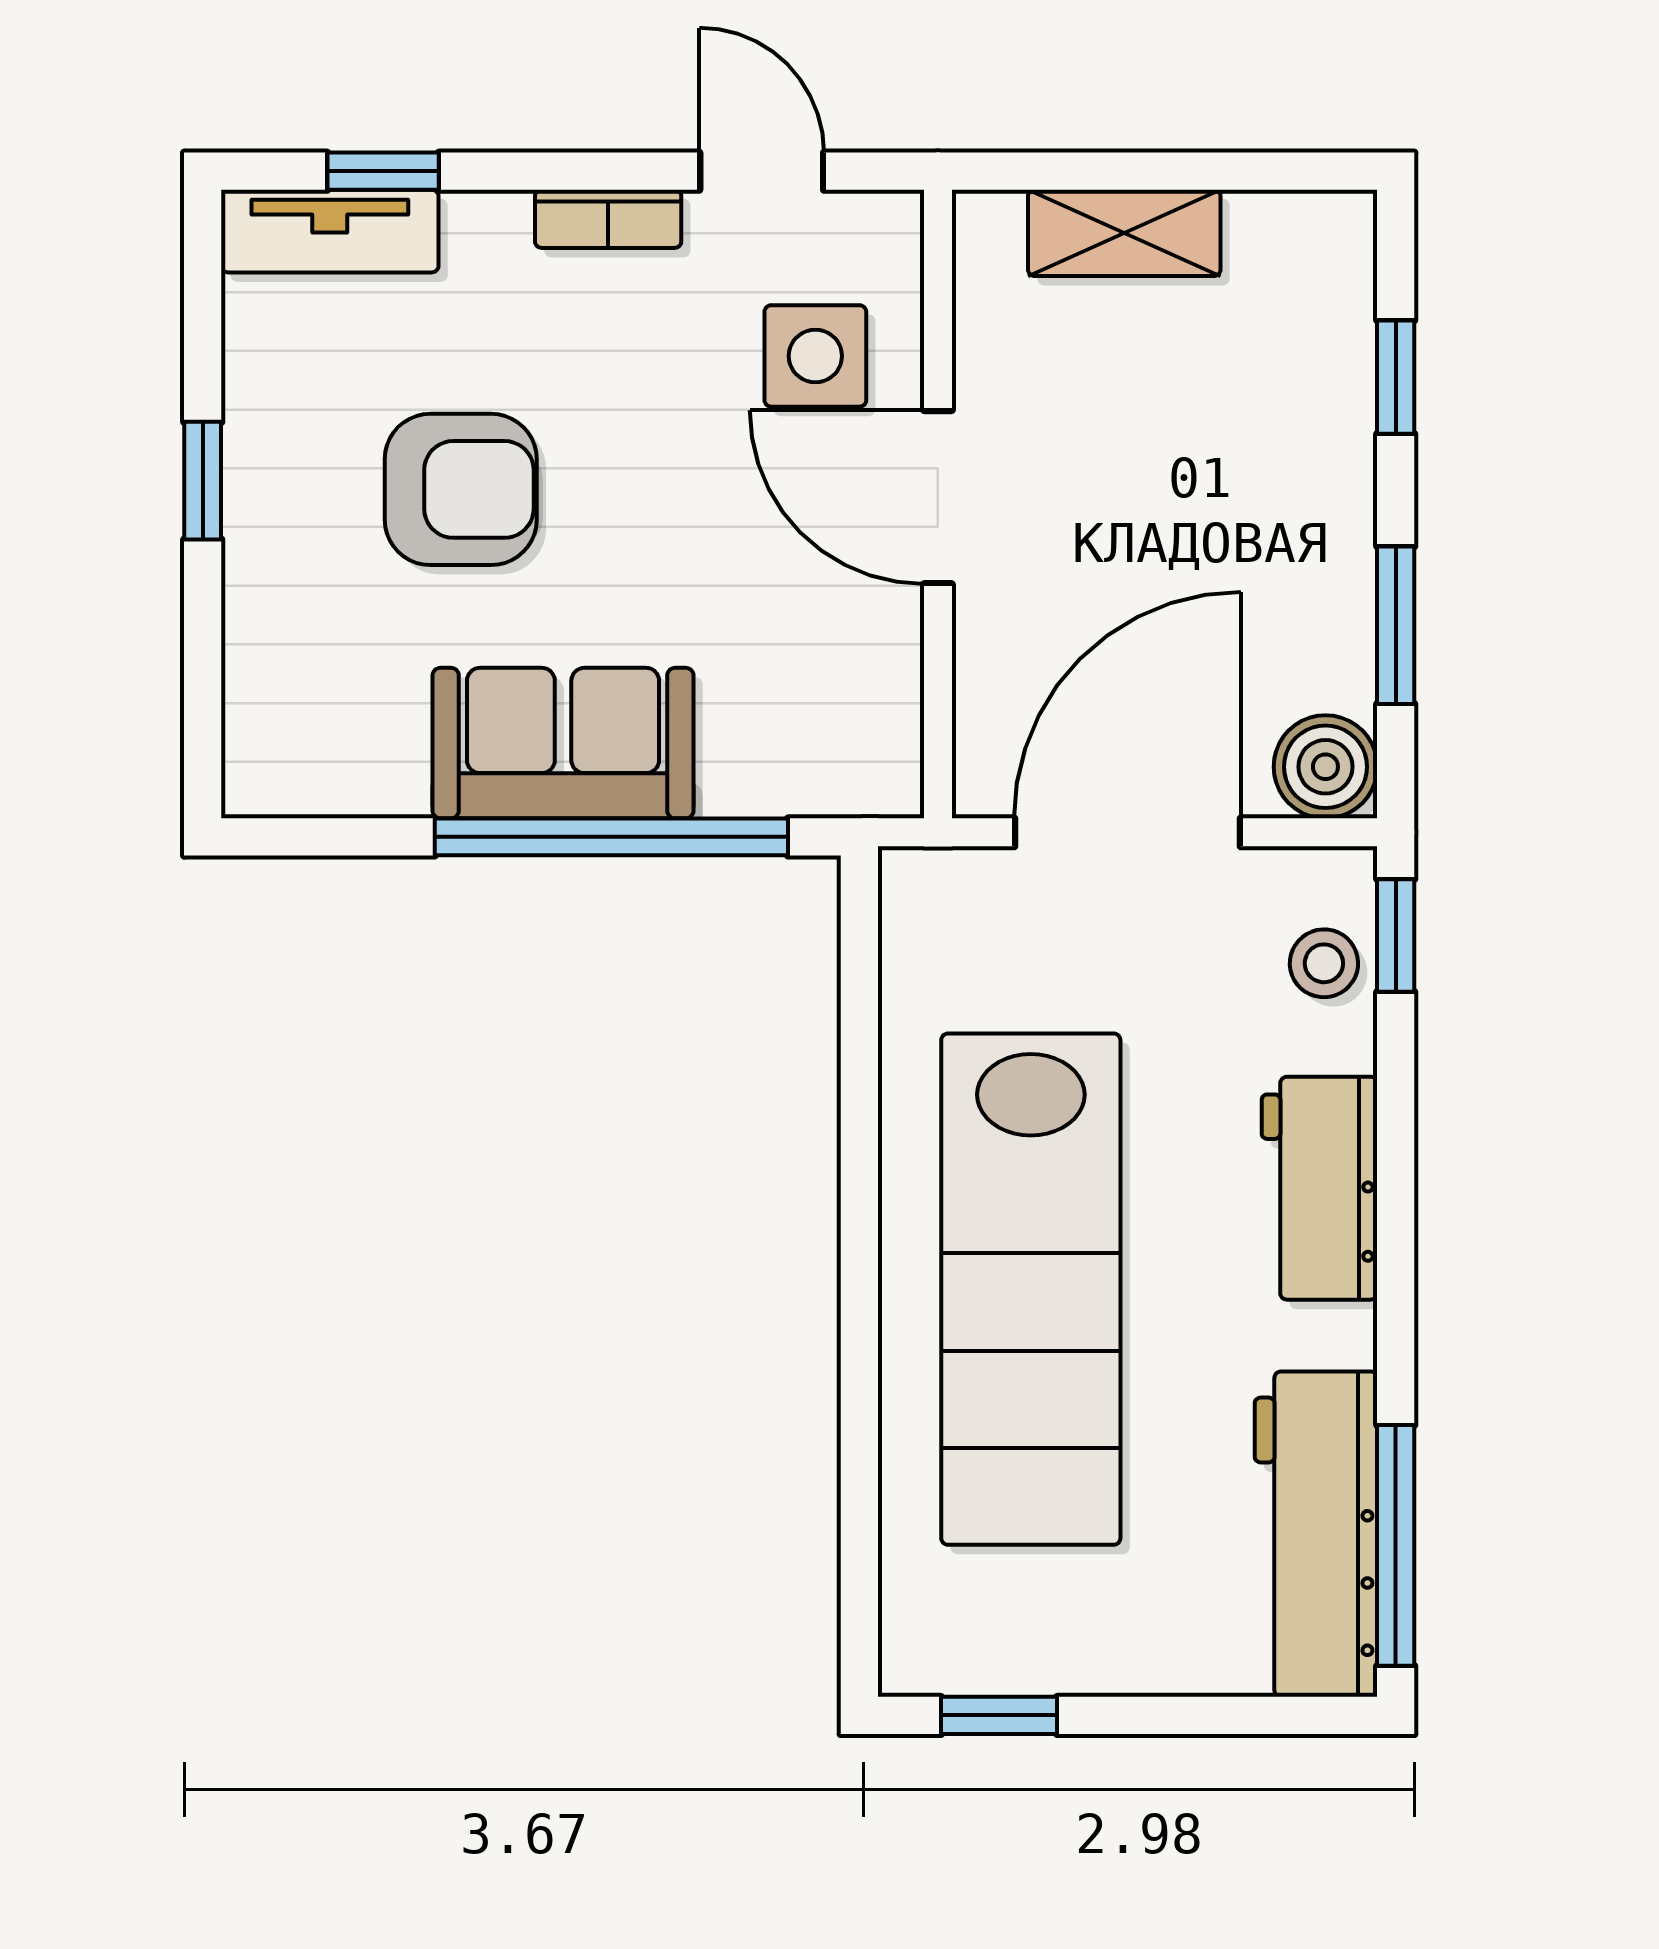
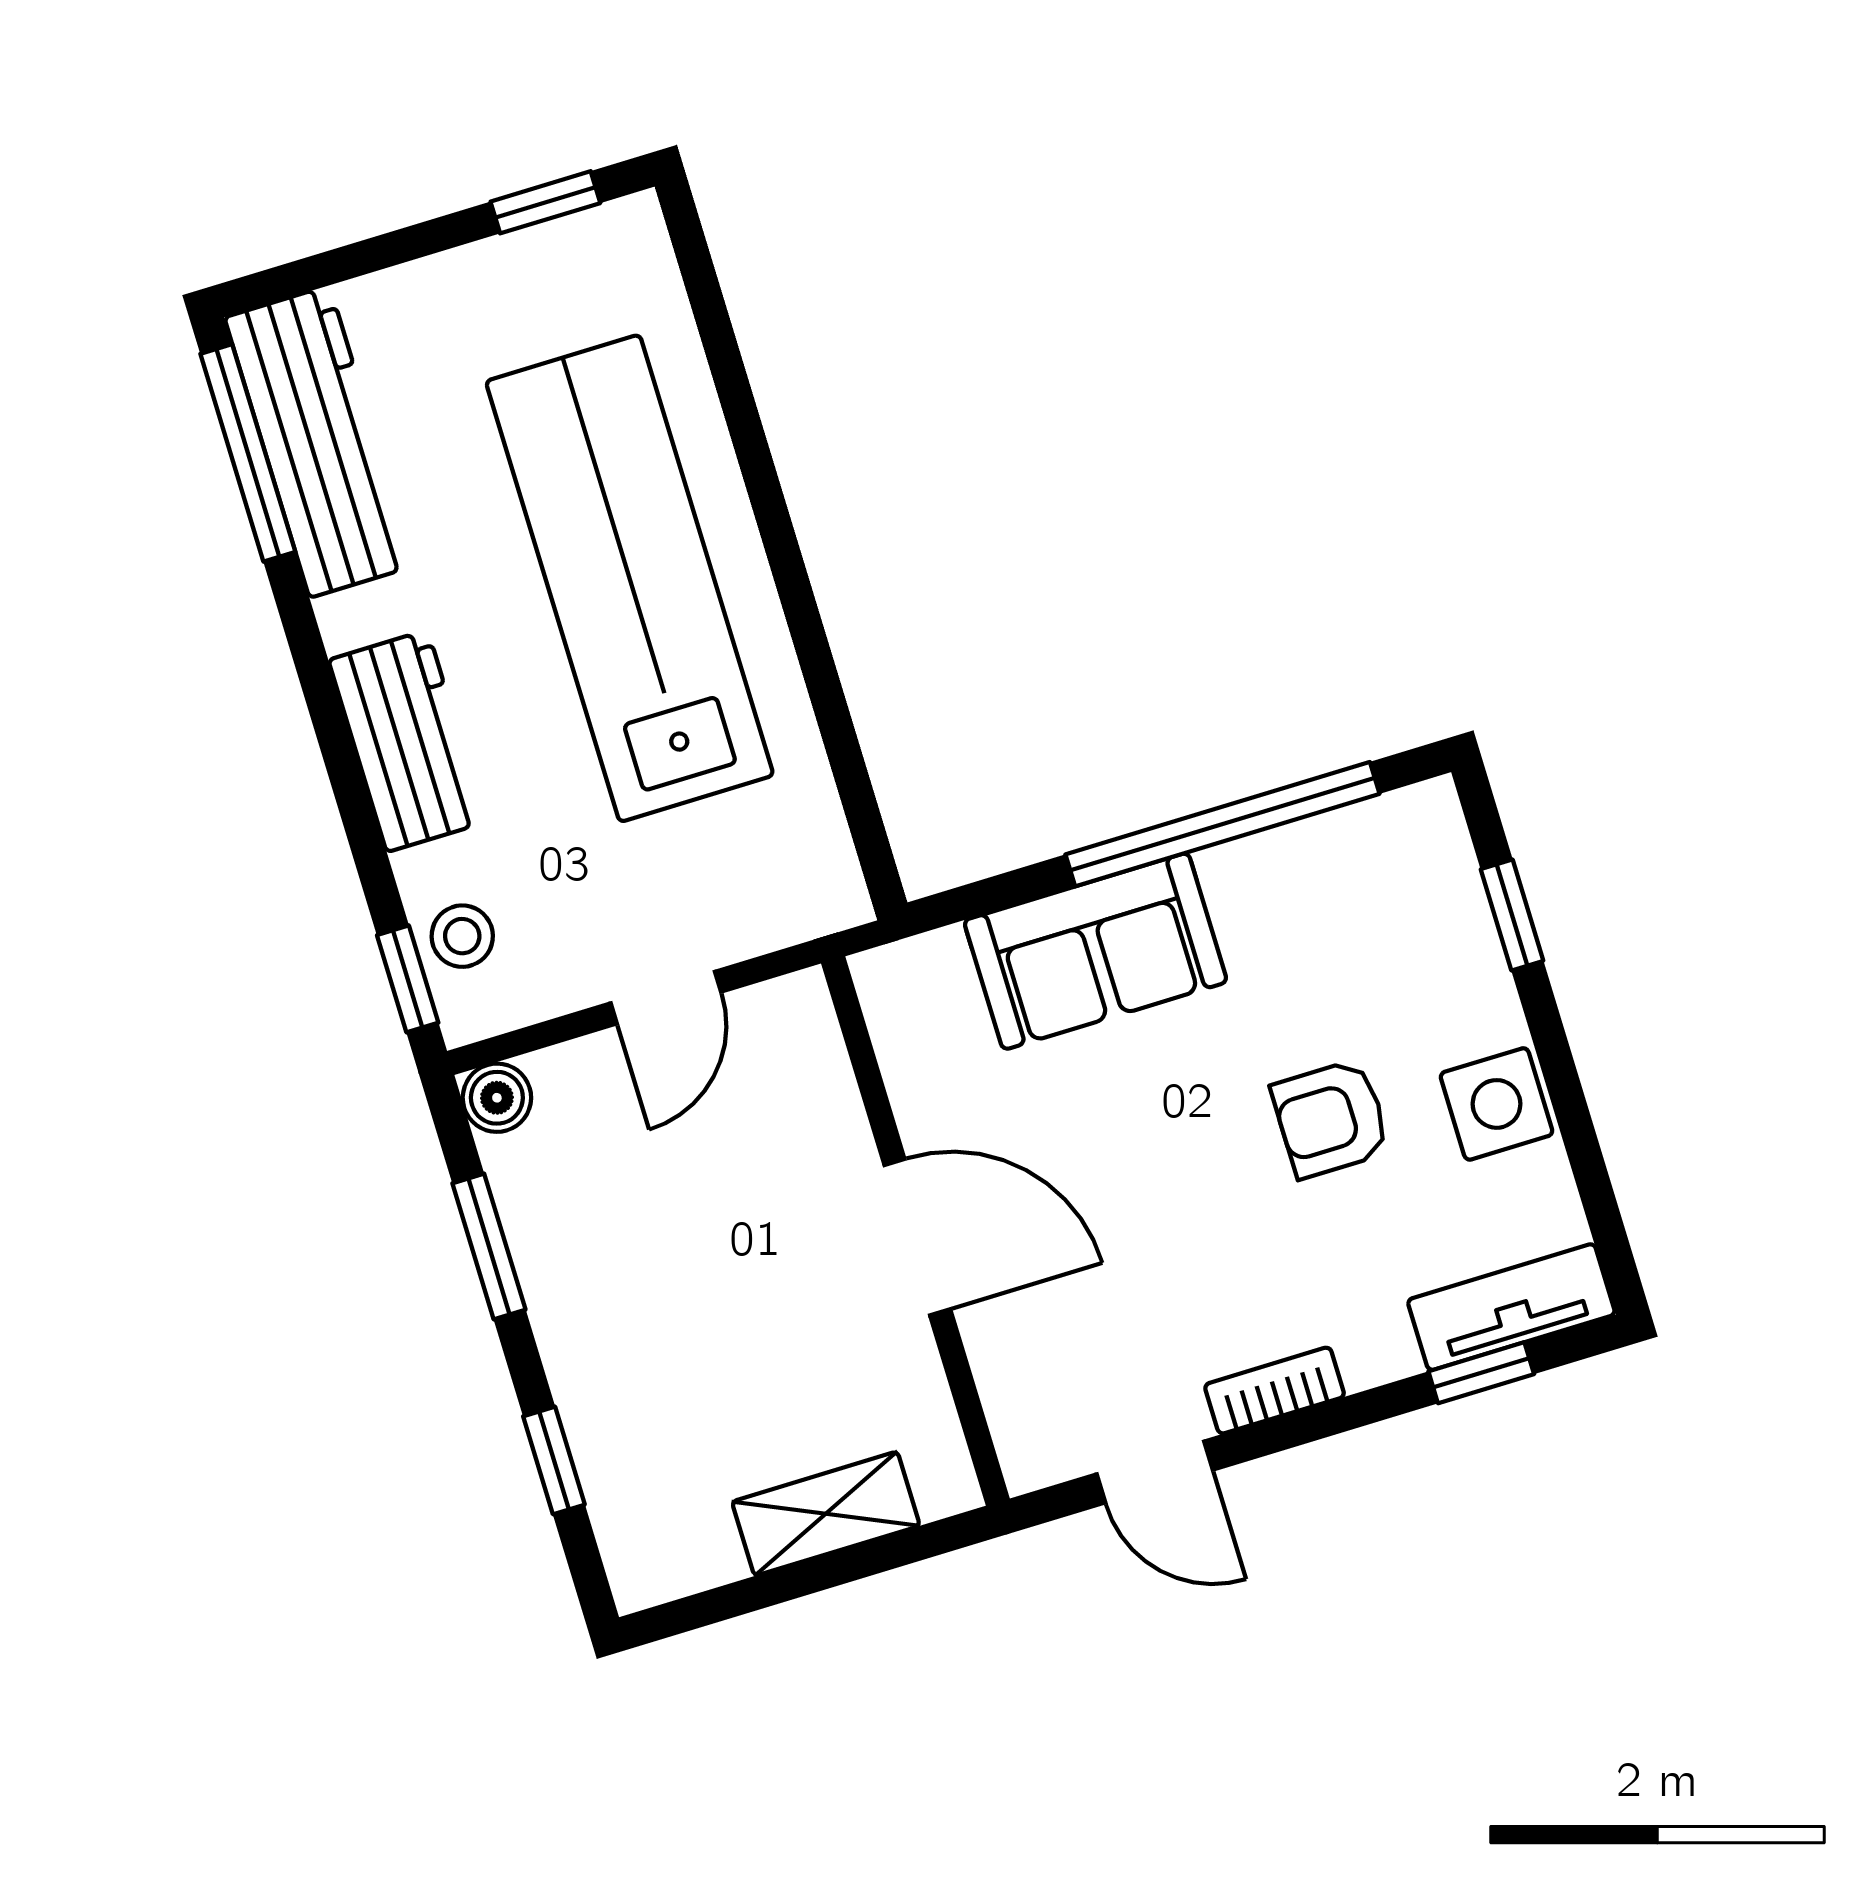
side table: (815, 356) -> (1497, 1104), moved
window: (203, 481) -> (1512, 915), moved
armchair: (461, 489) -> (1331, 1119), width x0.72, depth x0.72
sofa: (563, 743) -> (1095, 951), moved
boiler: (1325, 767) -> (497, 1098), width x0.73, depth x0.73
door: (1127, 832) -> (666, 998), width x0.53
window: (611, 837) -> (1222, 824), moved

